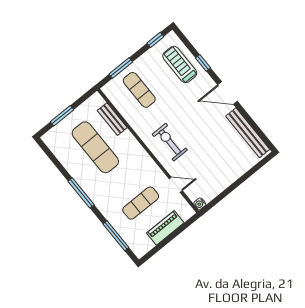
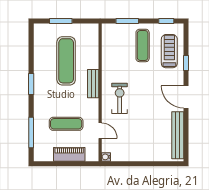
exercise mat: (139, 90) -> (143, 45), moved
bench: (112, 119) -> (93, 84), moved
window: (81, 193) -> (31, 84), width x0.69

